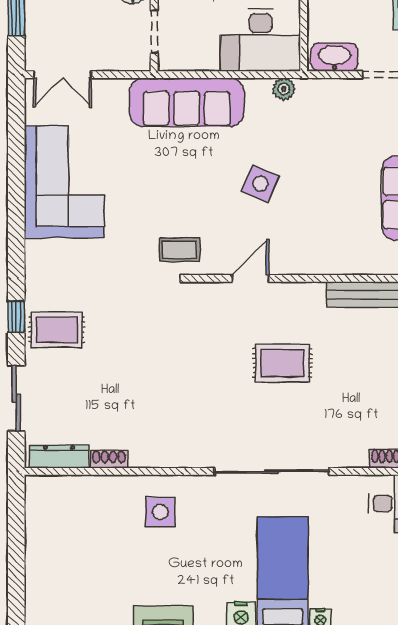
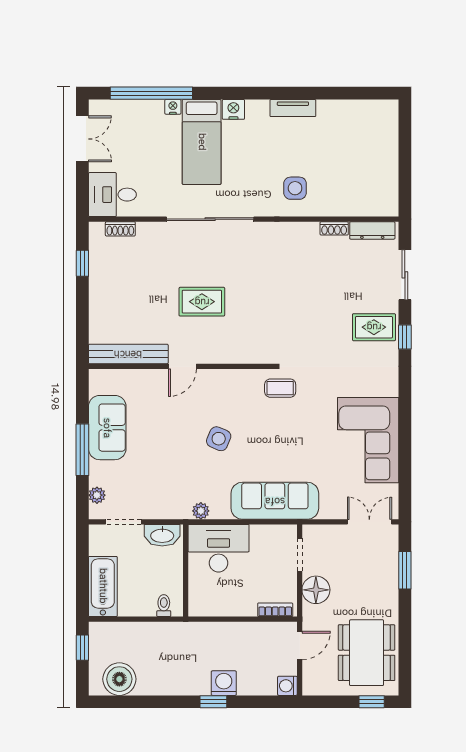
door: (250, 278) -> (182, 366), moved

